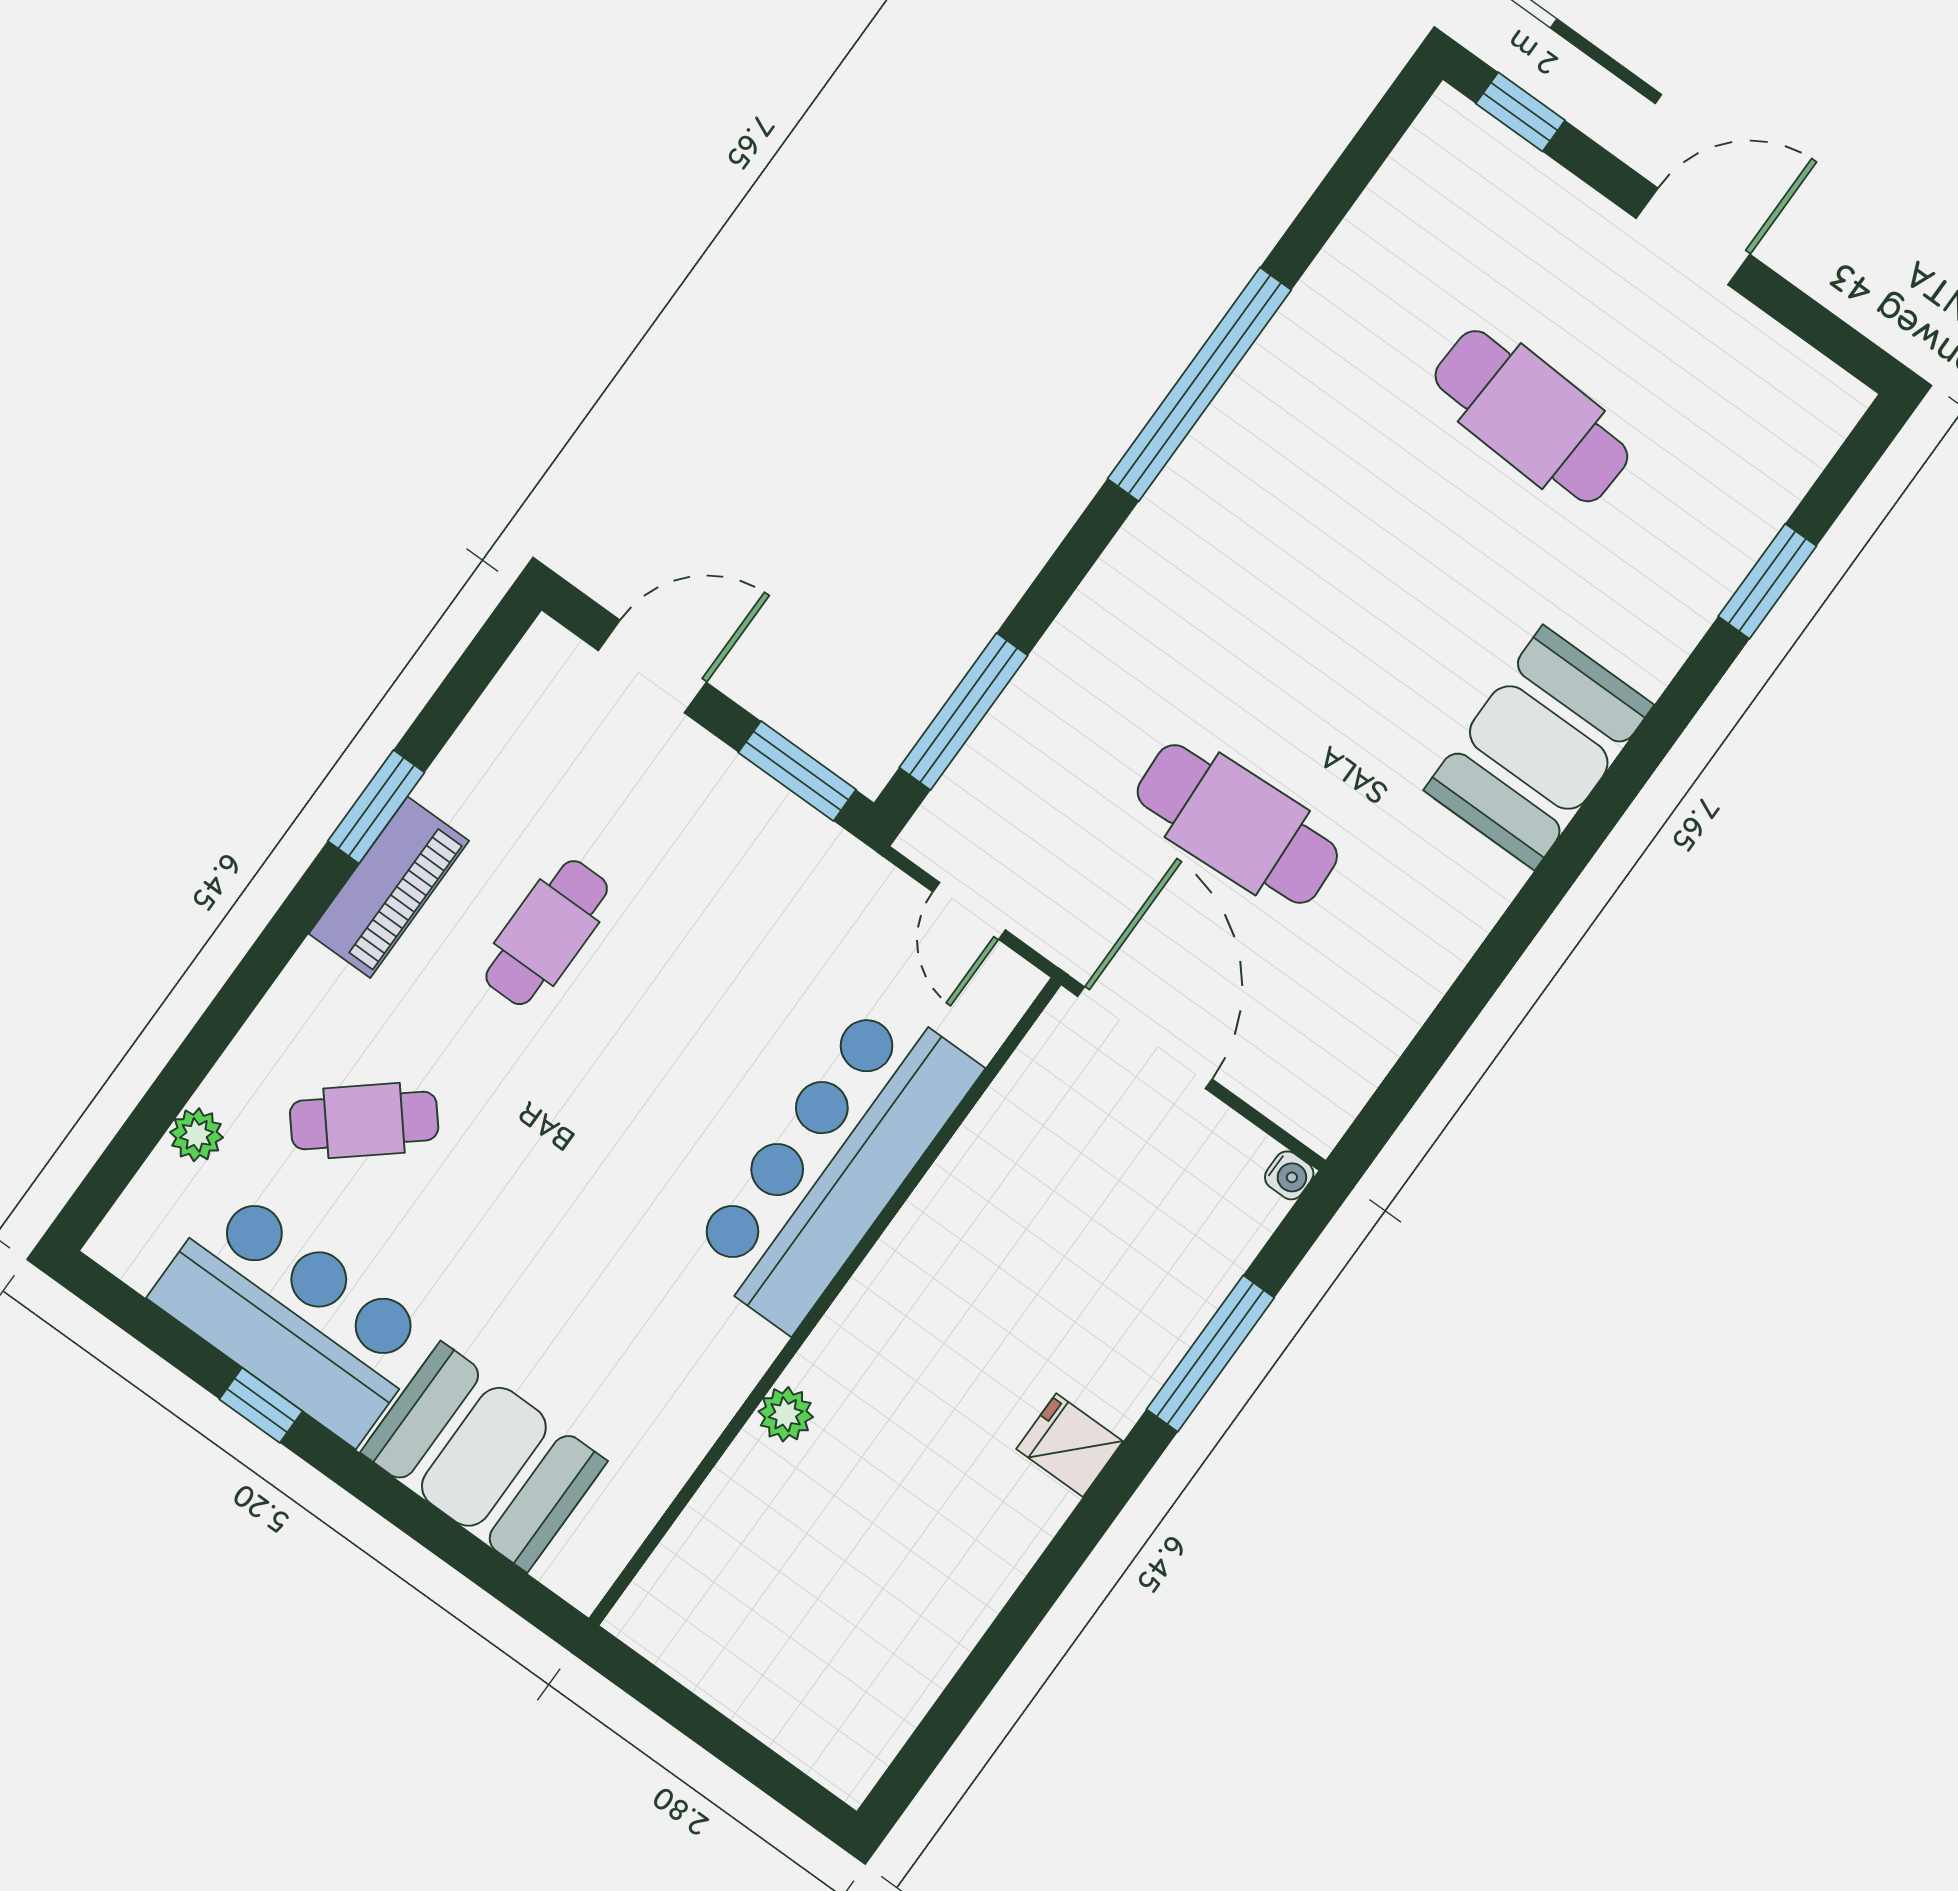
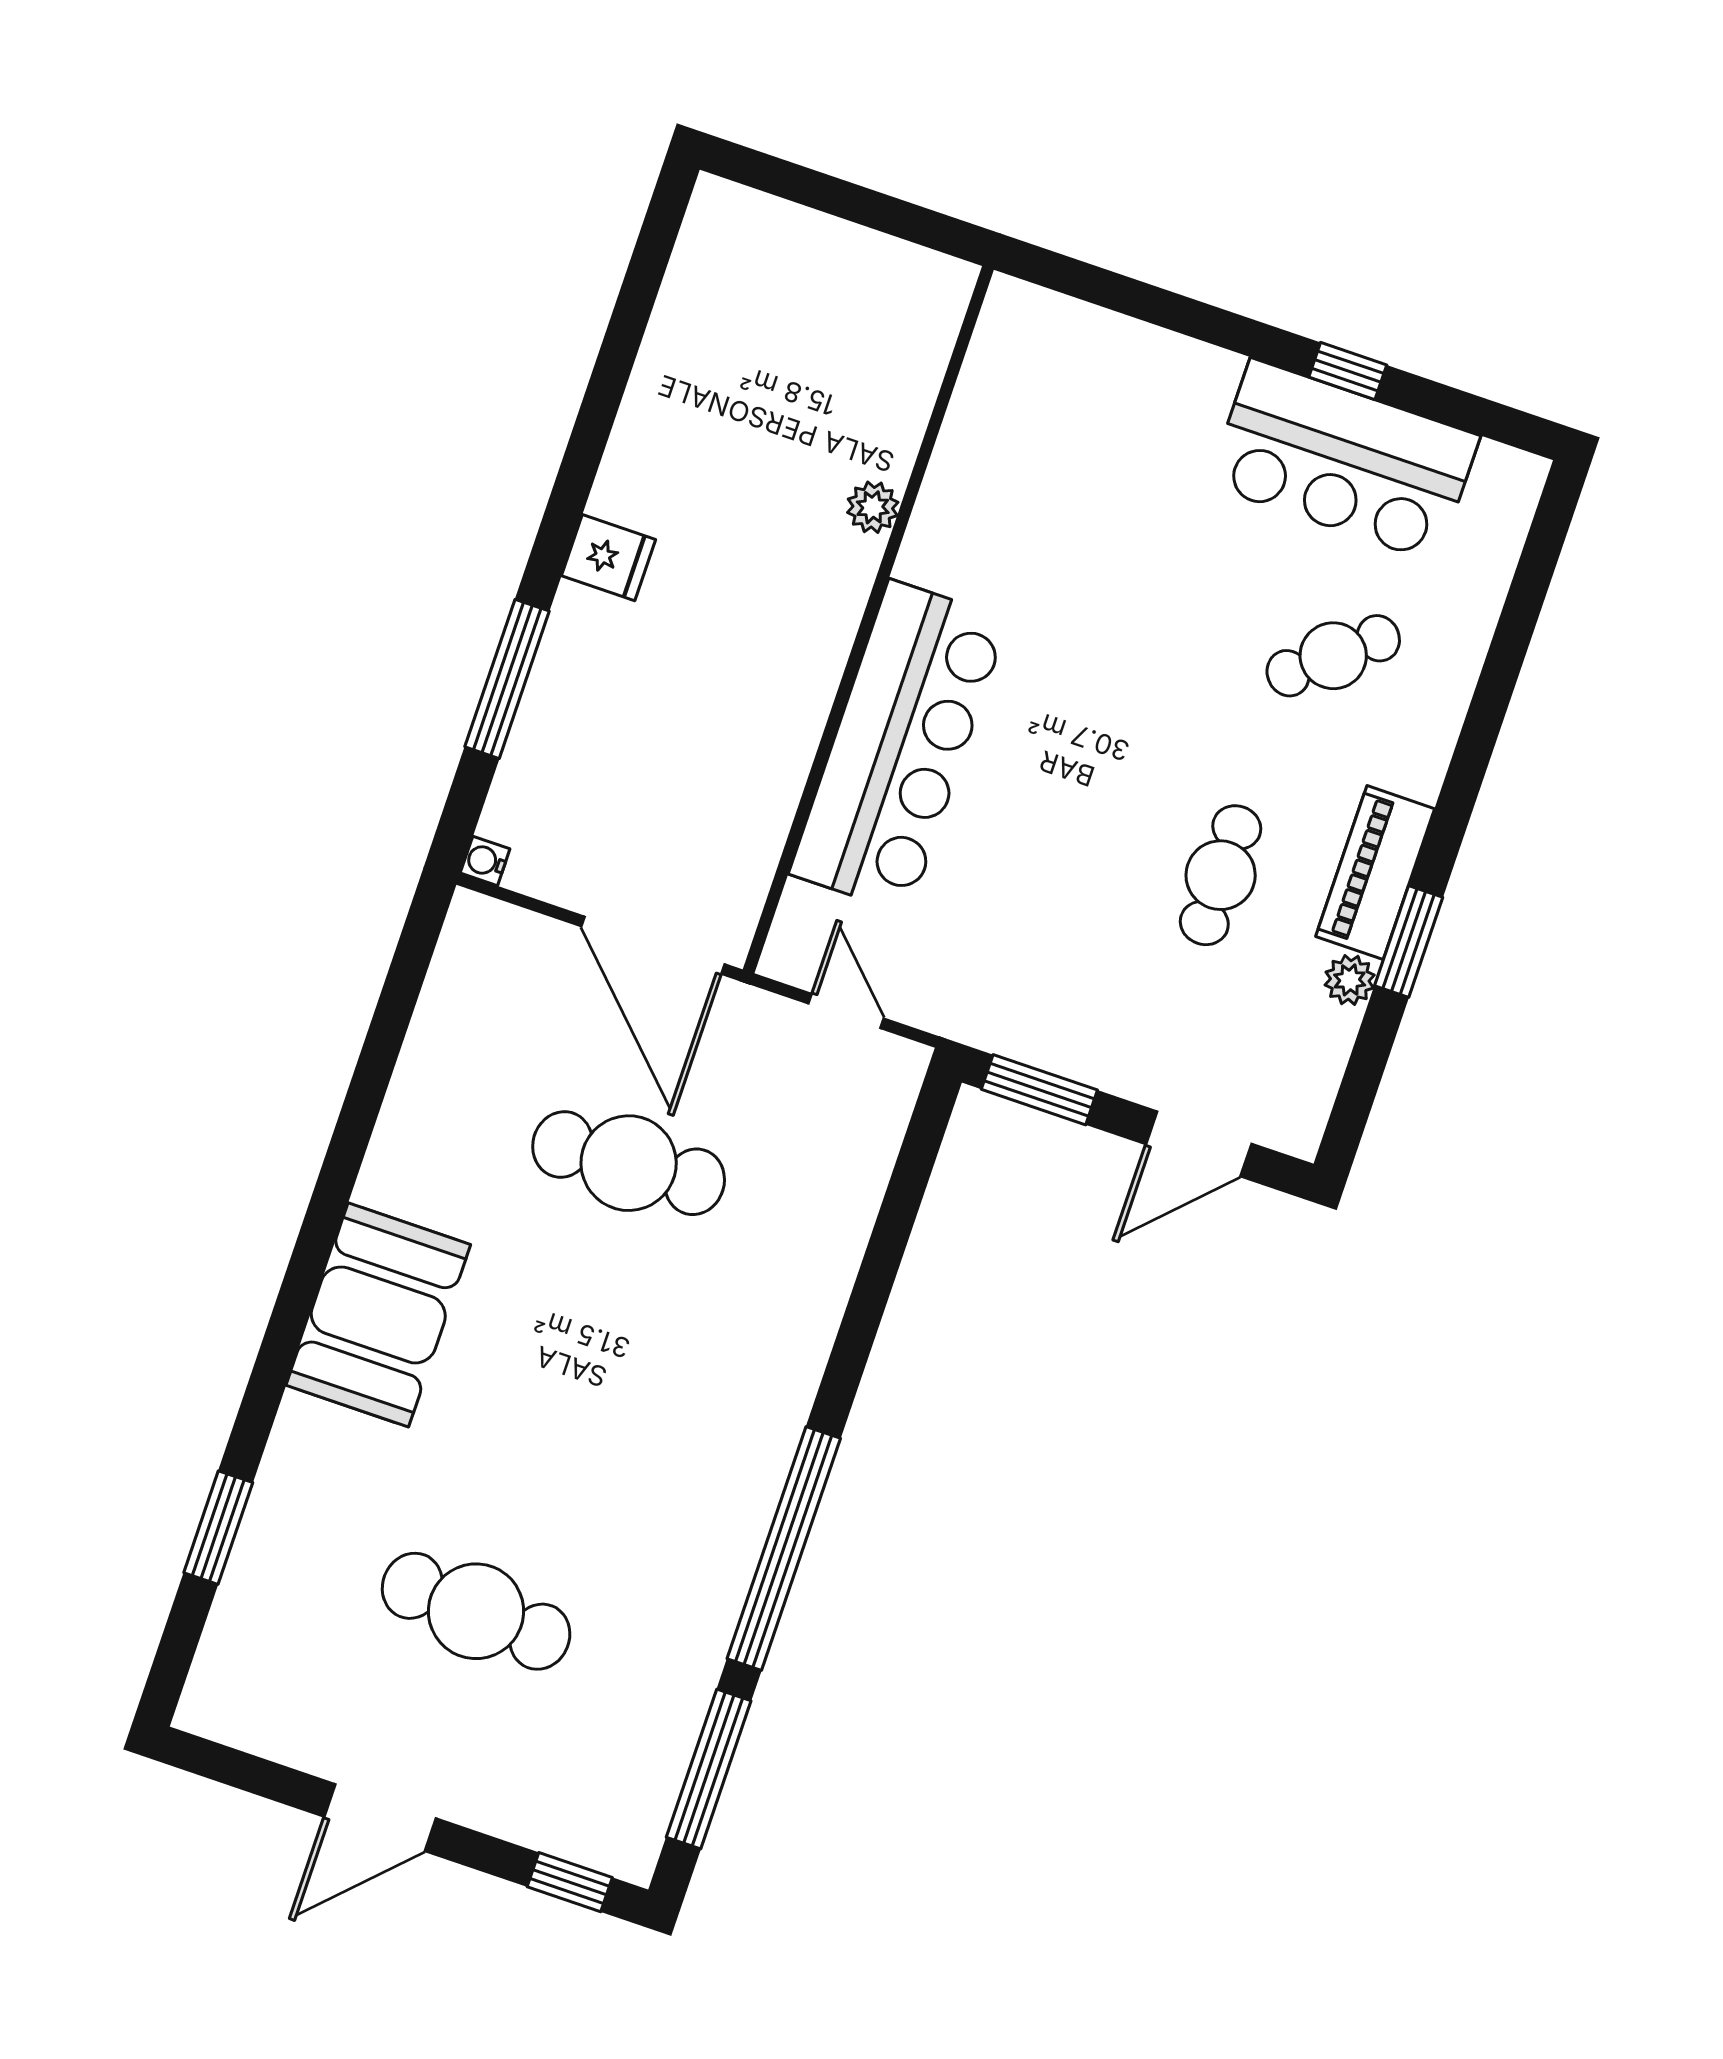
window: (963, 712) -> (709, 1769), moved
plant: (197, 1135) -> (1350, 980), moved
booth: (484, 1457) -> (1133, 386), removed

